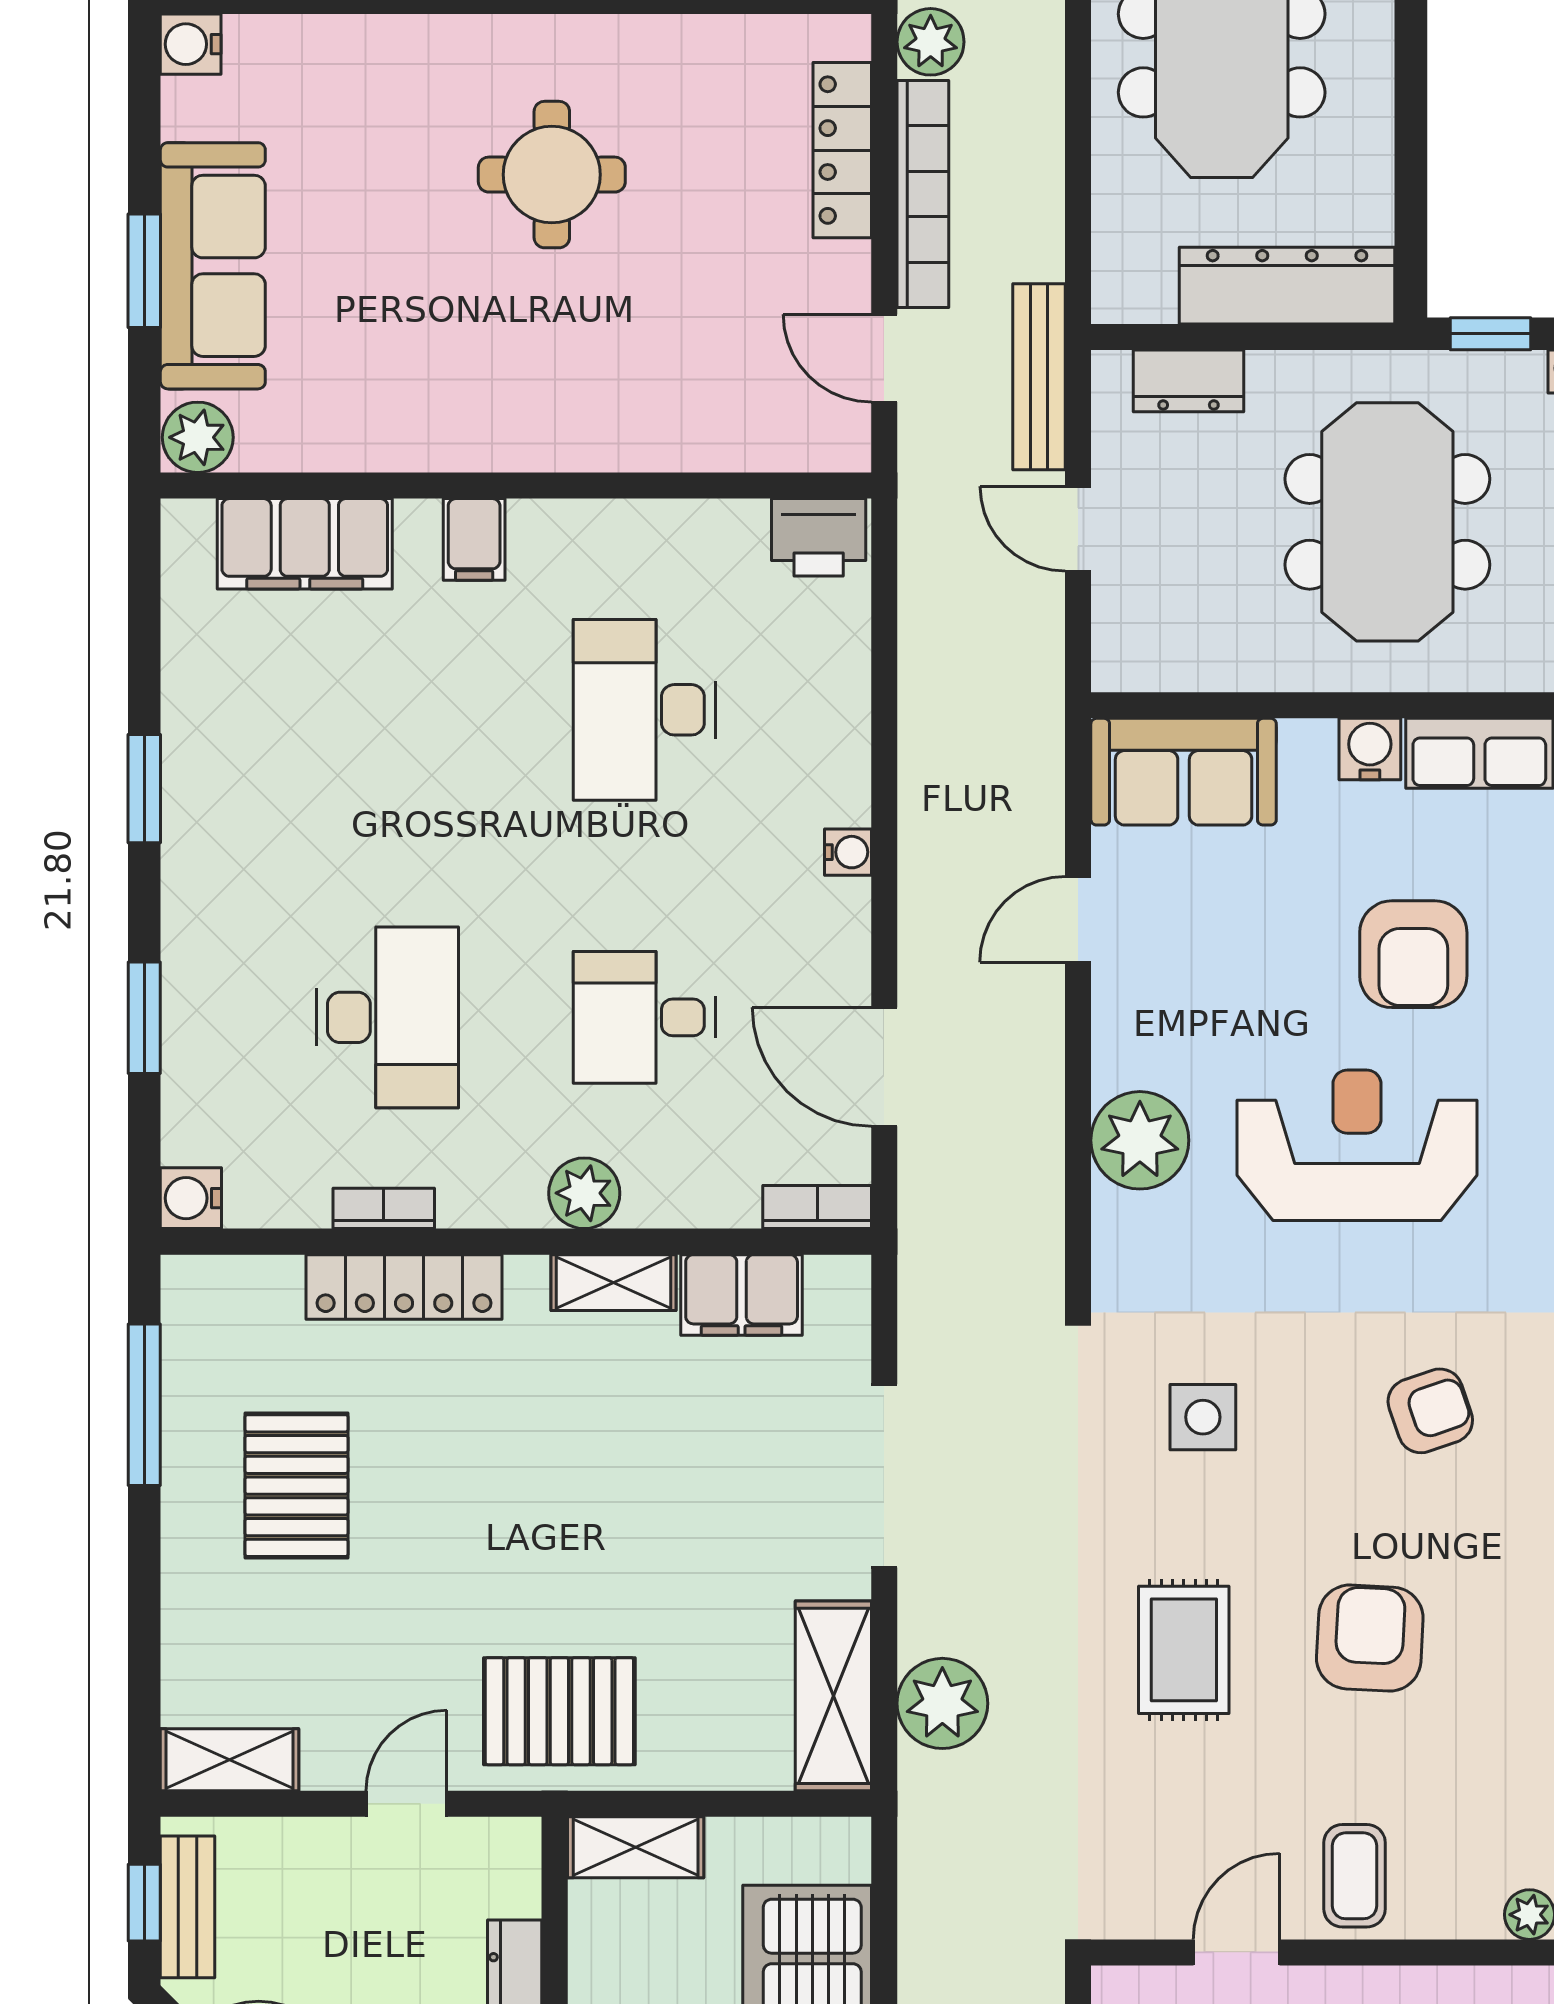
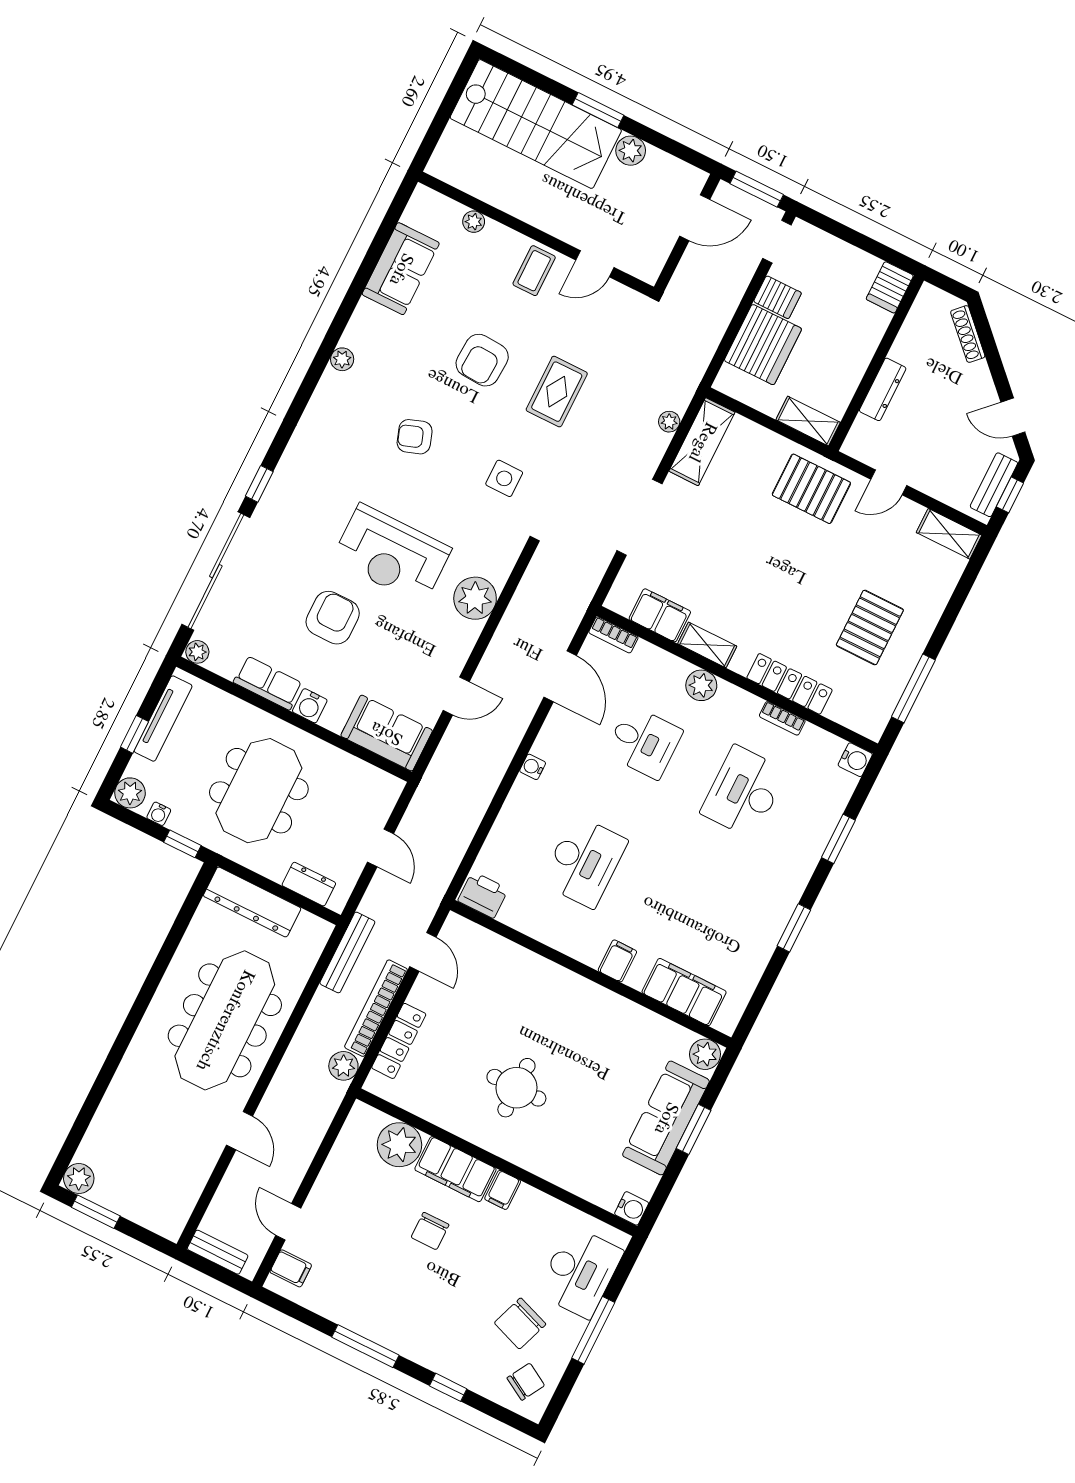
bench: (1039, 377) -> (347, 952), moved
plant: (942, 1703) -> (669, 422), width x0.53, depth x0.53

